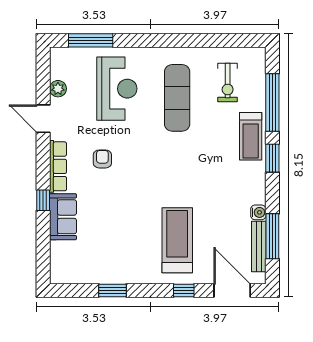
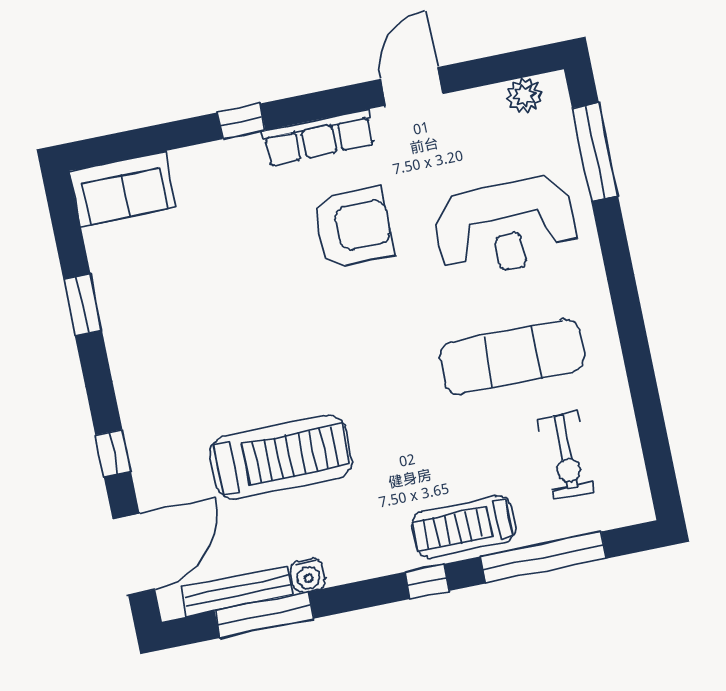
exercise bike: (228, 83) -> (566, 456), turned -90
plant: (58, 89) -> (524, 95), moved
window: (272, 158) -> (427, 581), width x0.67
armchair: (102, 159) -> (353, 227), width x1.88, depth x1.88
sofa: (63, 217) -> (123, 189), moved
treadmill: (177, 240) -> (281, 457), moved

